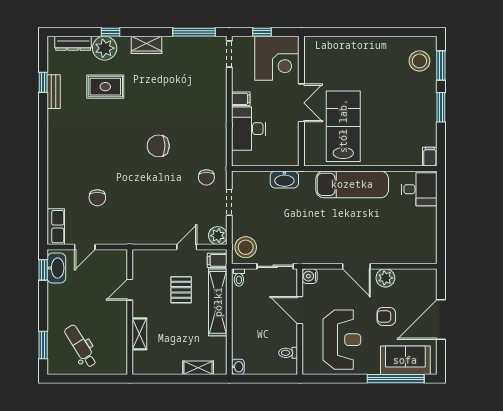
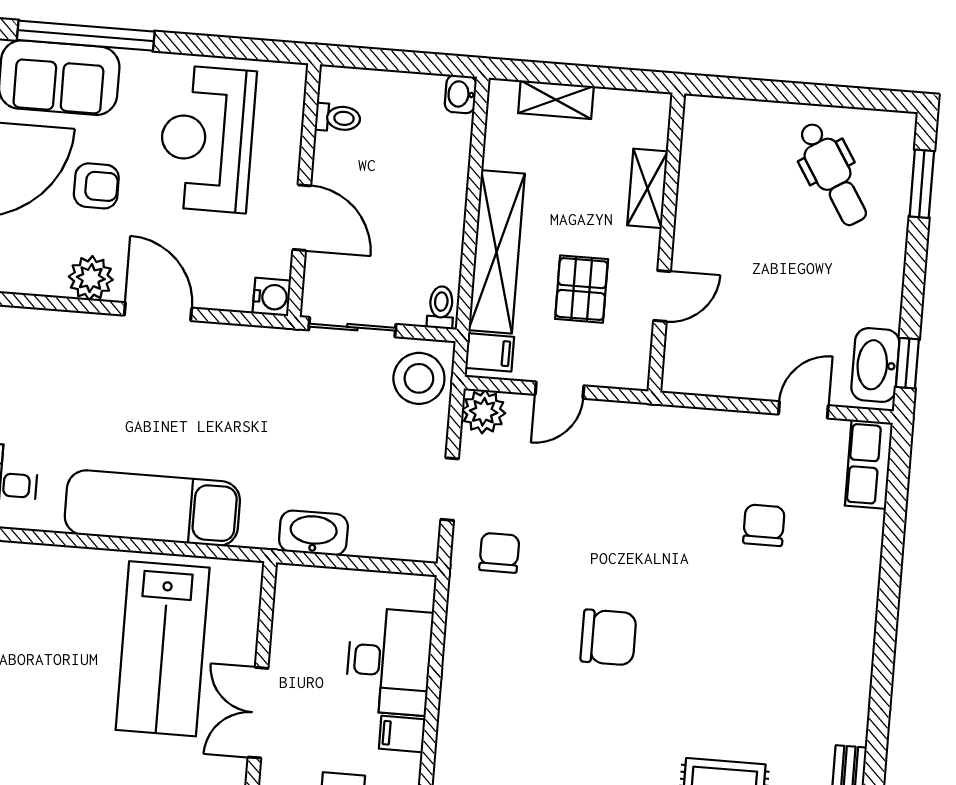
door: (130, 290) -> (662, 296), moved
wall: (130, 312) -> (666, 242), moved
shelving: (139, 334) -> (647, 188), moved

